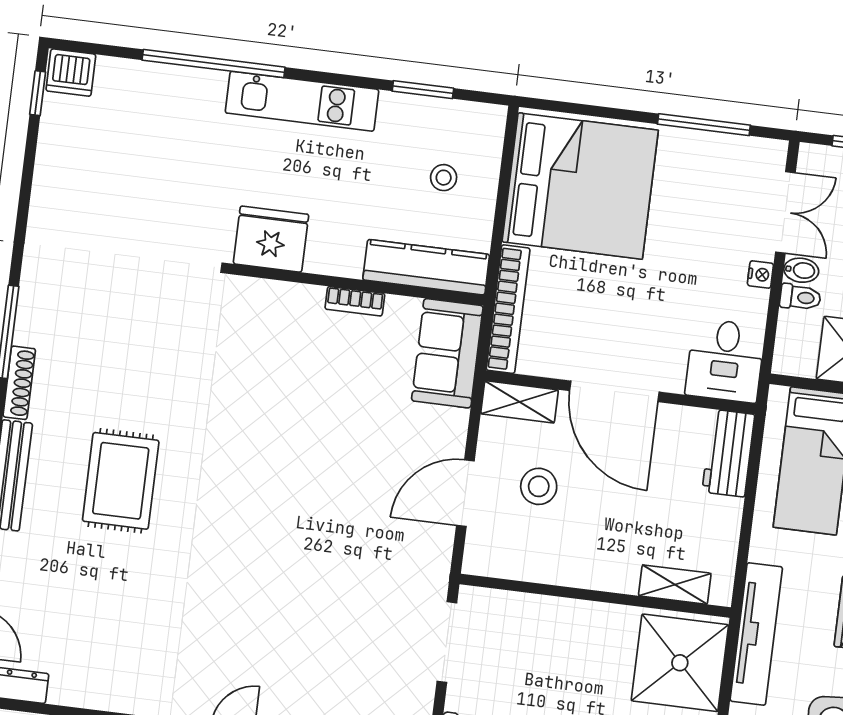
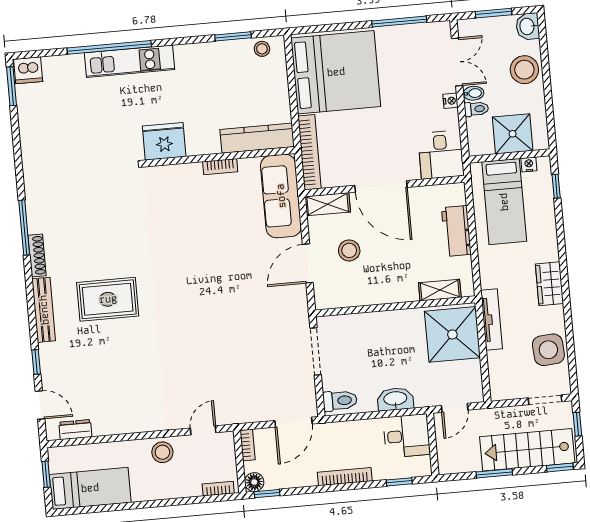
window: (38, 93) -> (12, 86), width x1.50
kitchen unit: (302, 101) -> (129, 61), moved
stool: (444, 178) -> (262, 49), moved
sofa: (447, 353) -> (281, 196), width x1.36
workbench: (728, 453) -> (456, 231), moved
rug: (121, 481) -> (108, 299), turned 90
tv unit: (756, 634) -> (492, 319), width x0.73, depth x0.78

